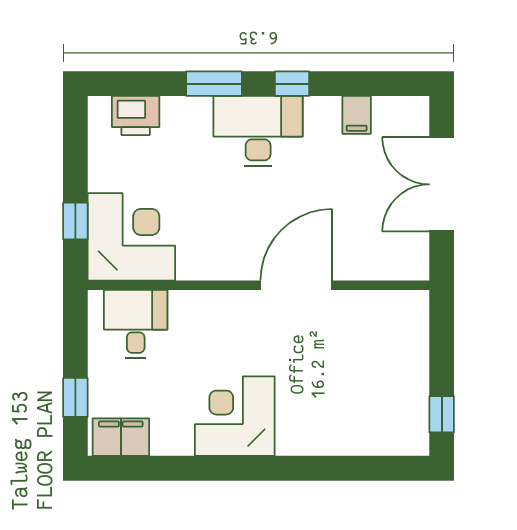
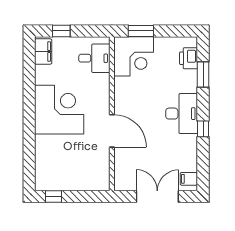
window: (214, 84) -> (203, 74), moved
filing cabinet: (357, 115) -> (189, 179), moved
window: (75, 221) -> (141, 31), width x1.50
corner desk: (235, 416) -> (59, 110), width x1.36, depth x1.36

